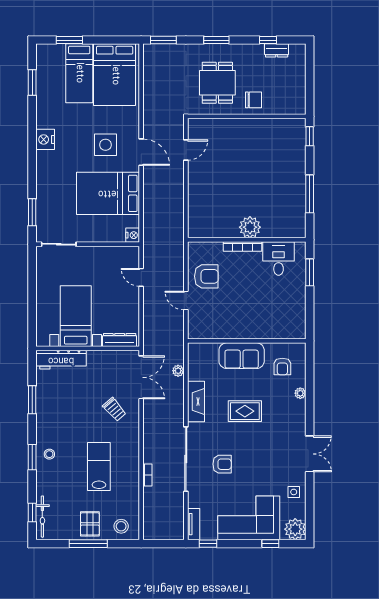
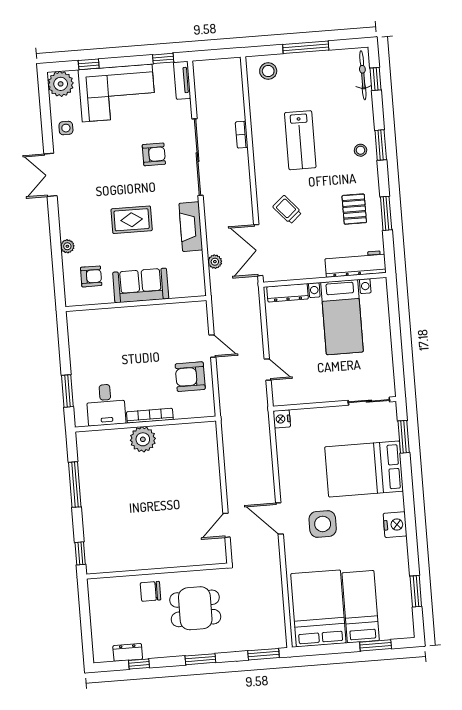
dining table: (217, 83) -> (195, 608), turned 90
bed: (108, 193) -> (364, 469), moved, turned 180
armchair: (282, 367) -> (91, 276), turned 90
armchair: (222, 464) -> (154, 154), turned 180
pallet: (90, 524) -> (354, 209), moved

